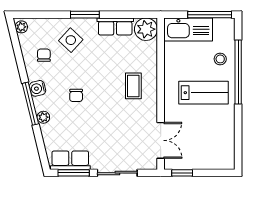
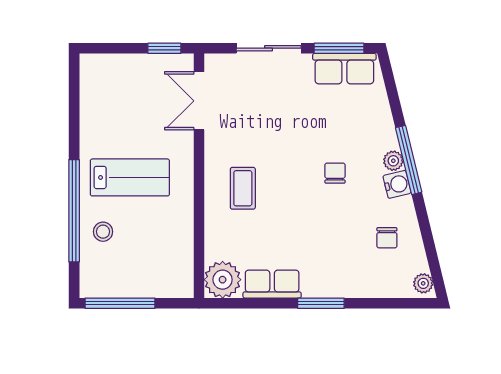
kitchen sink: (188, 29) -> (155, 279), removed
side table: (71, 40) -> (344, 262), removed
lab bench: (204, 93) -> (130, 177), turned 180
plant: (43, 117) -> (393, 161), moved

